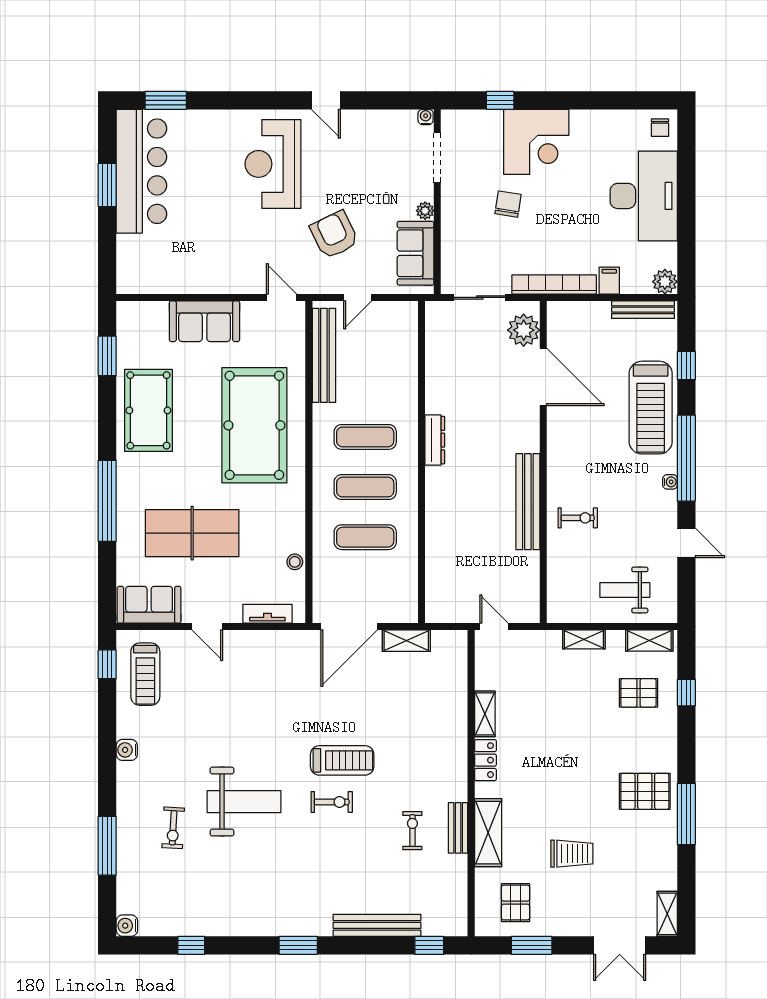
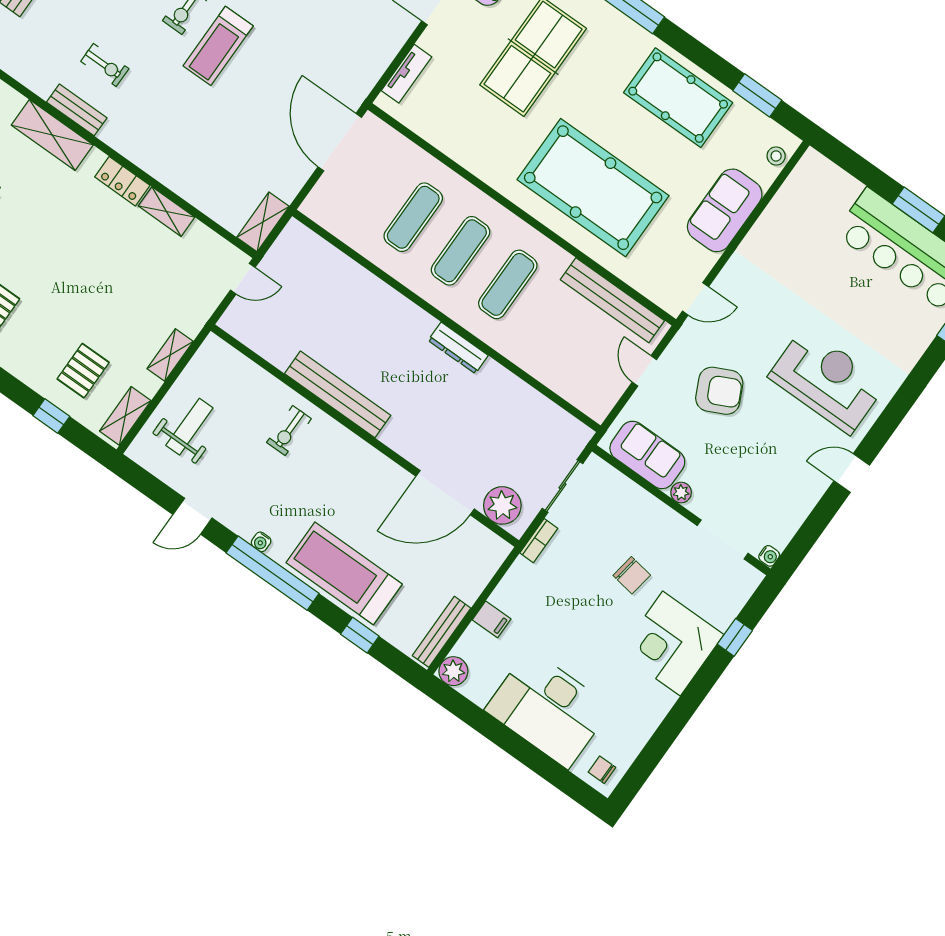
bookcase: (554, 285) -> (539, 541), width x0.43, depth x0.76
stool: (295, 562) -> (776, 156), moved
shelving: (406, 641) -> (263, 222), moved

